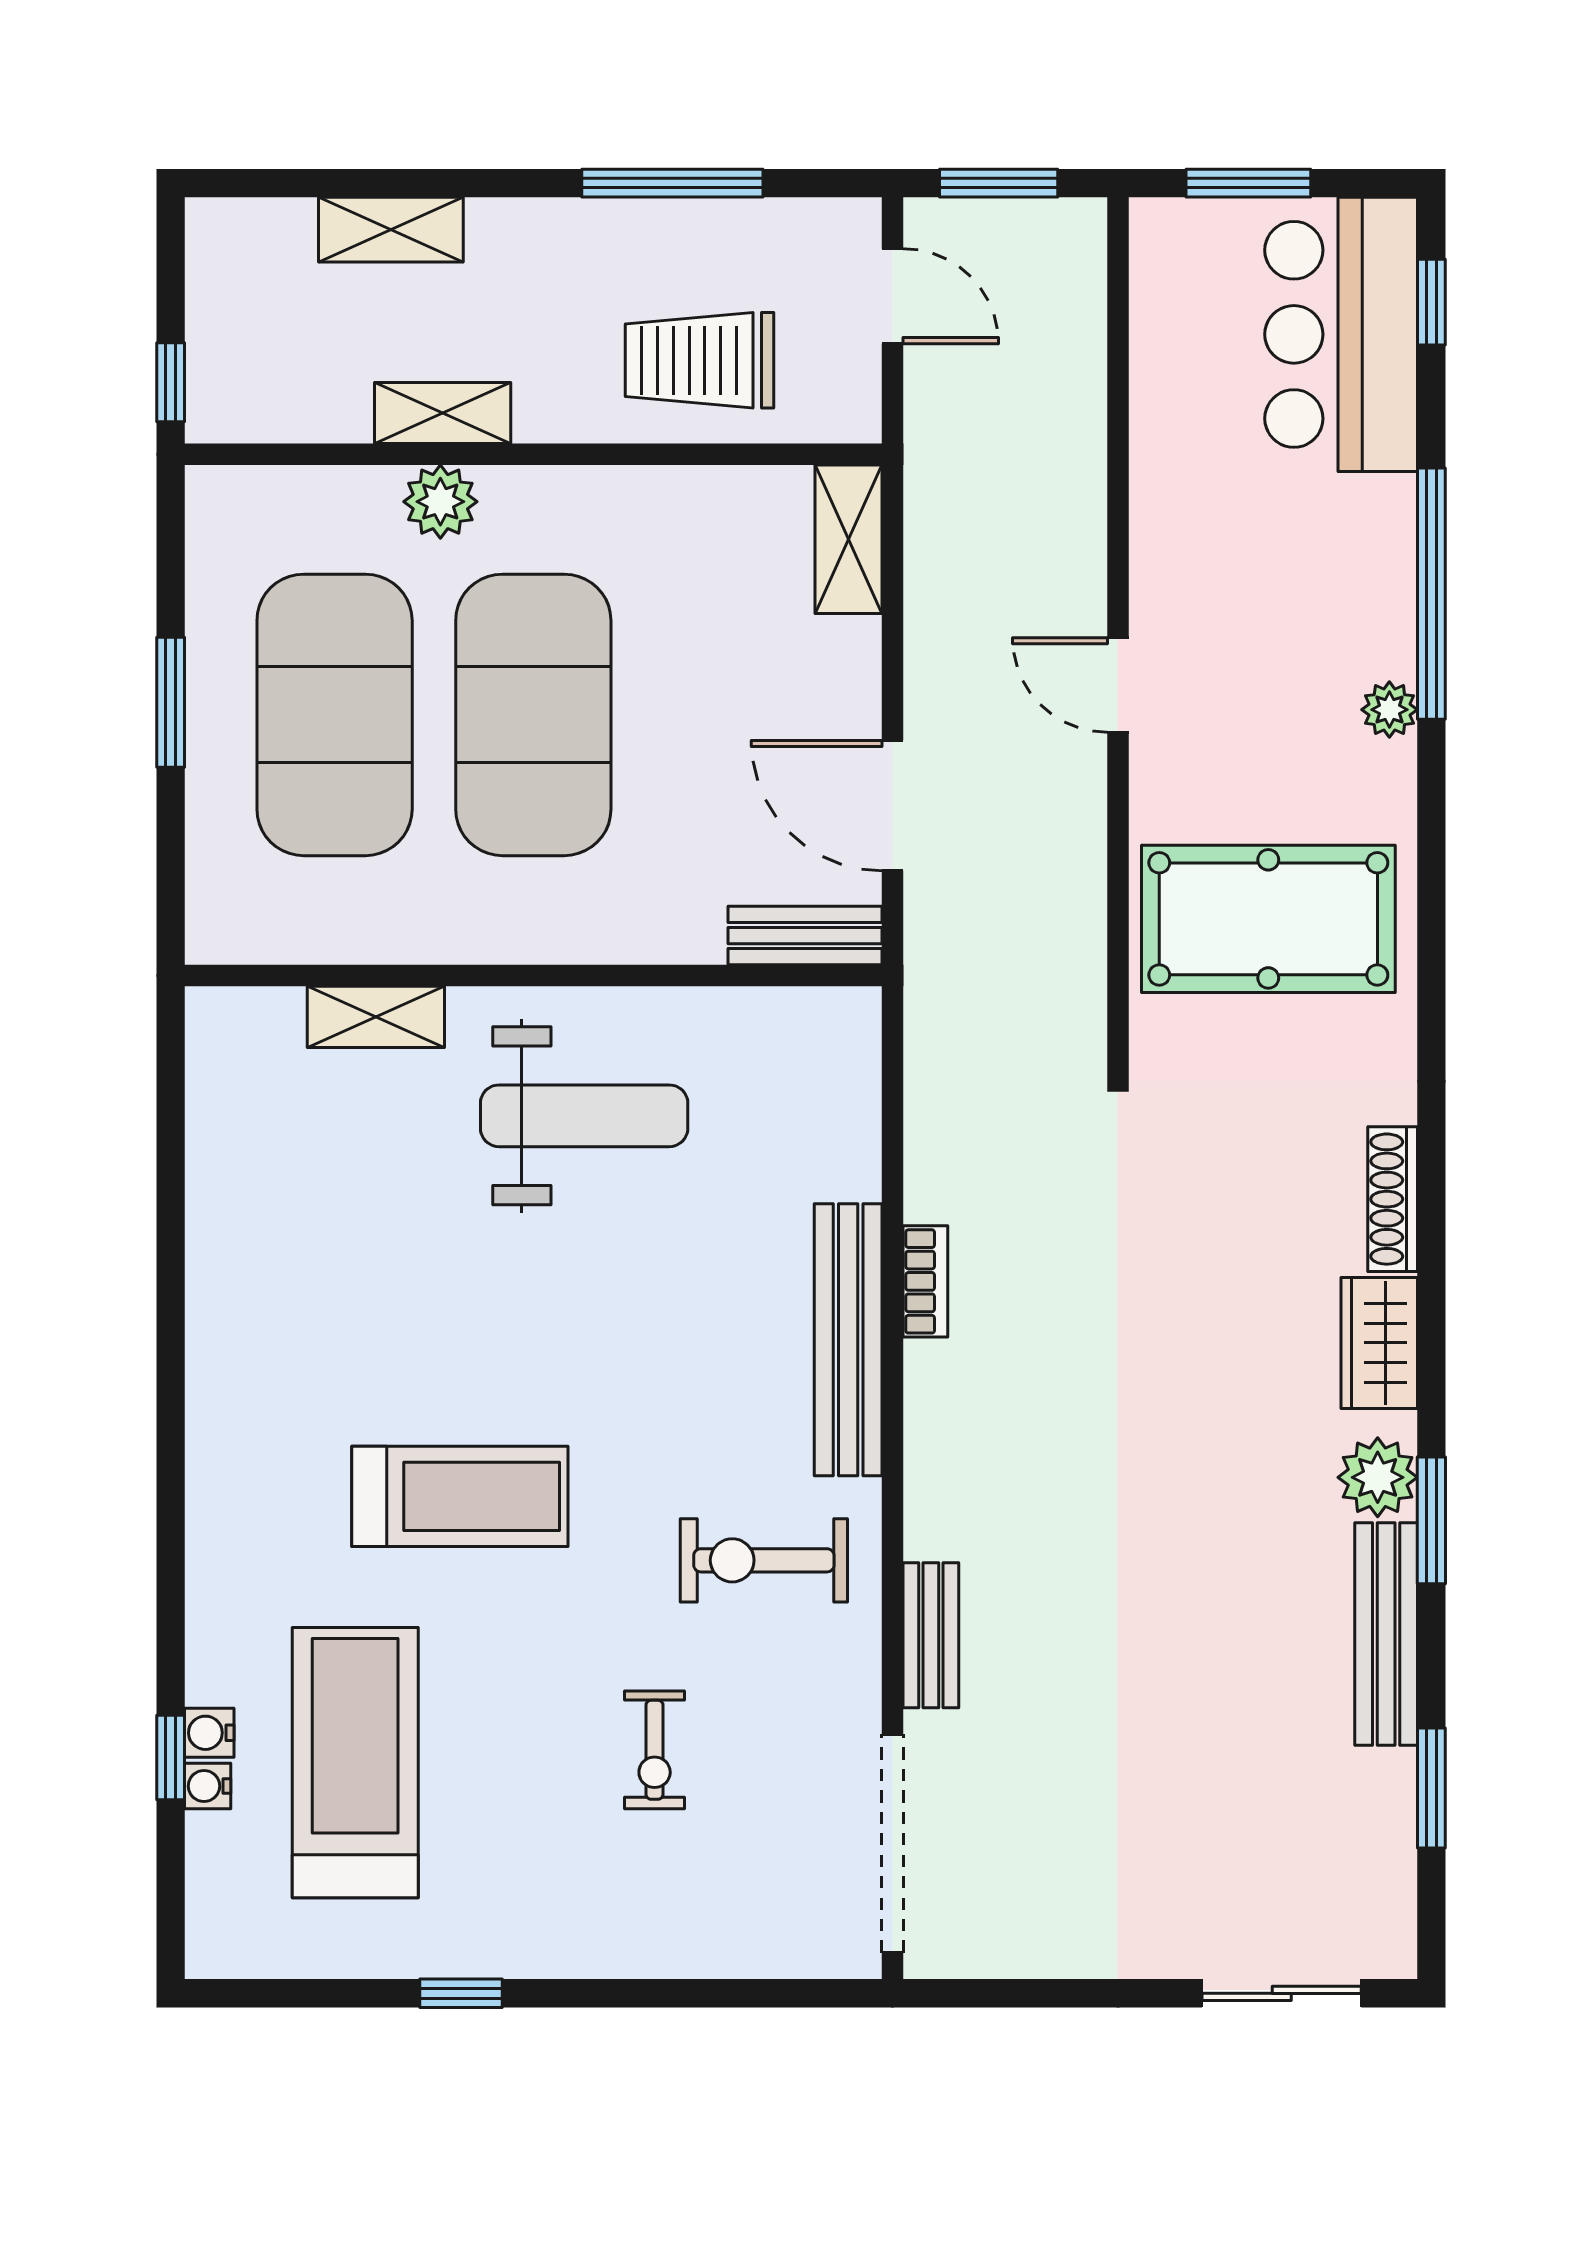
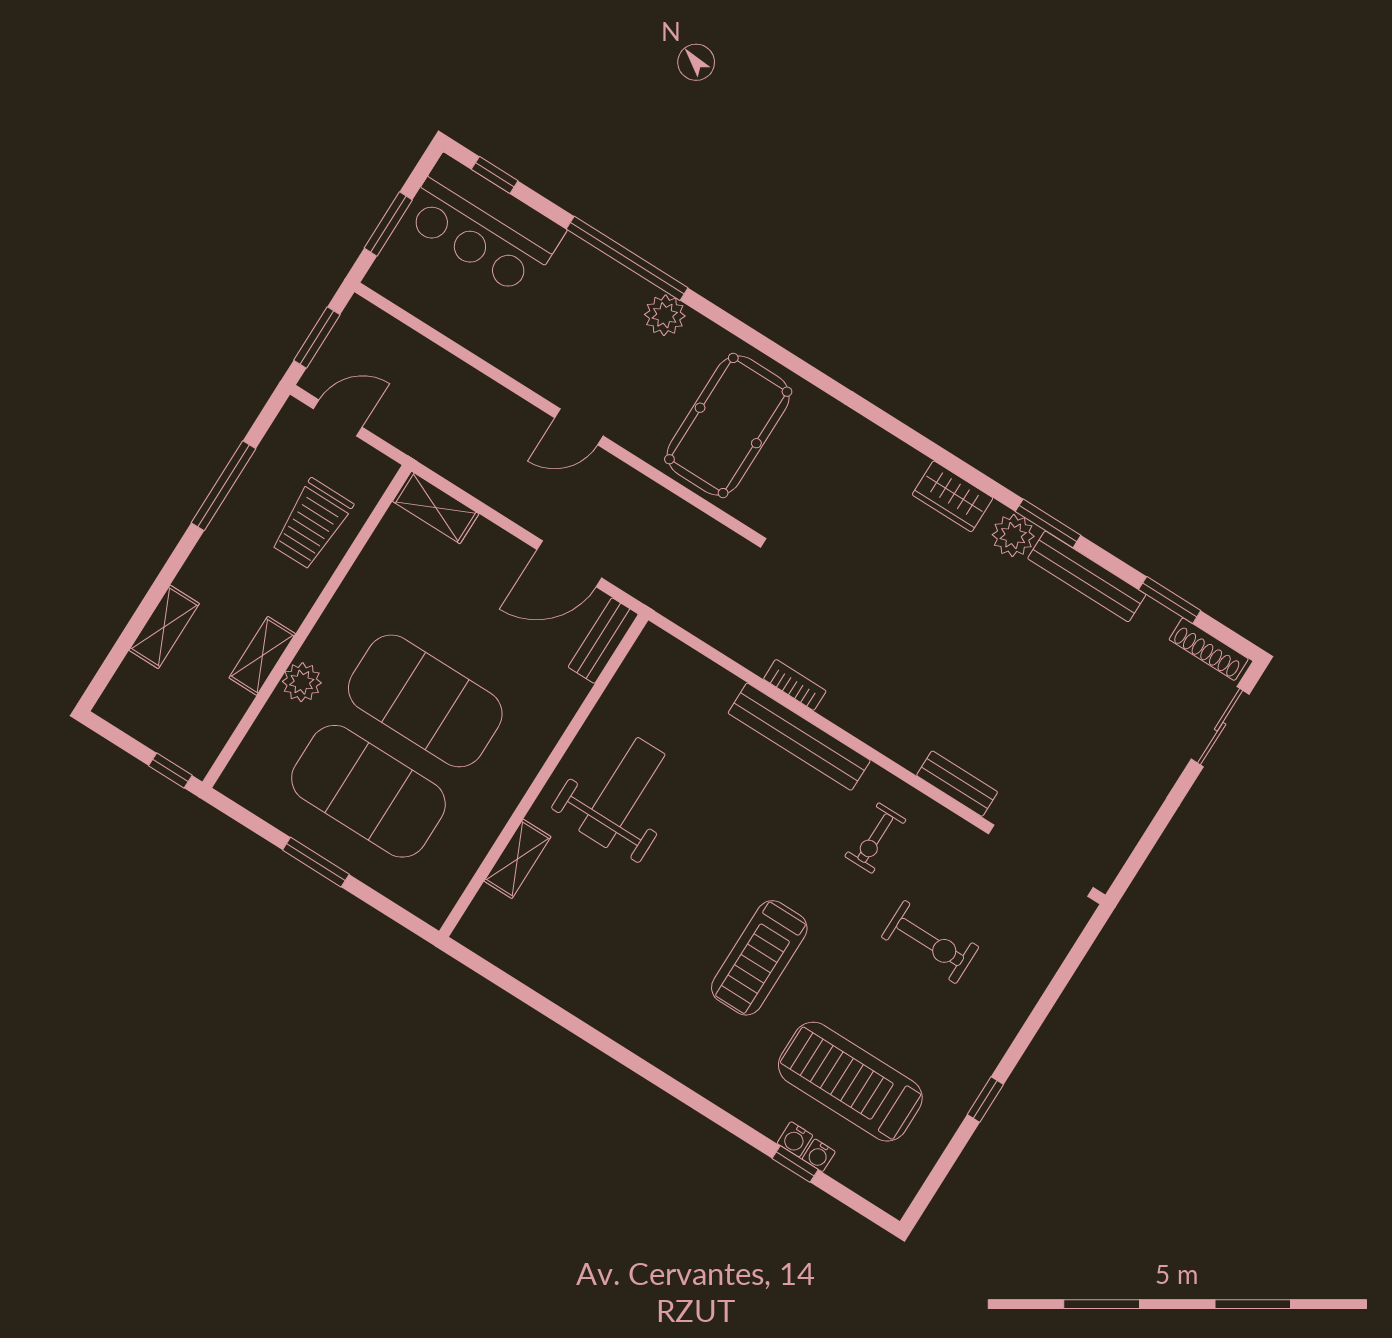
plant: (1389, 710) -> (665, 315), width x1.38, depth x1.38
shoe rack: (1393, 1199) -> (1209, 649), moved
treadmill: (460, 1496) -> (759, 958), turned 180
exercise bike: (764, 1560) -> (875, 838), width x0.73, depth x0.72
exercise bike: (655, 1750) -> (930, 942), width x1.38, depth x1.39

